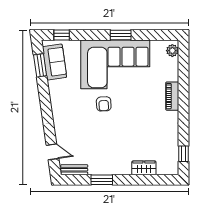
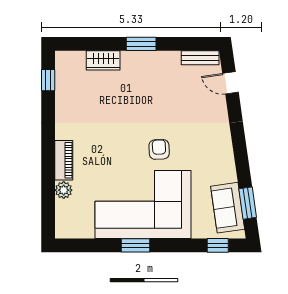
plant: (172, 51) -> (64, 190), moved
window: (102, 180) -> (141, 44), moved

